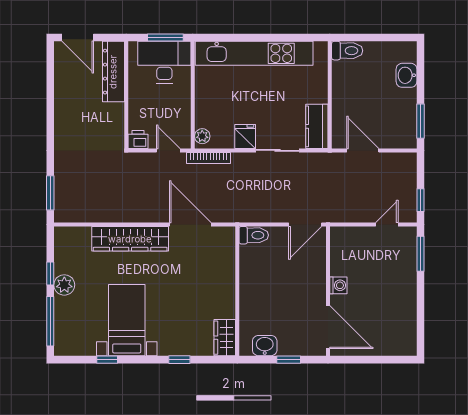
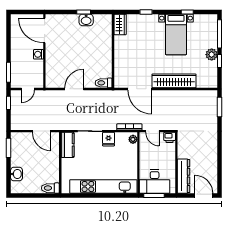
washing machine: (338, 285) -> (39, 54), moved
wall: (328, 291) -> (44, 51), moved
door: (328, 327) -> (44, 30), moved
washbasin: (265, 346) -> (86, 20), moved

